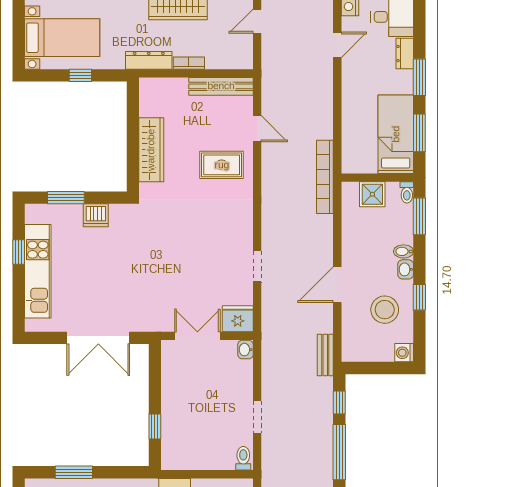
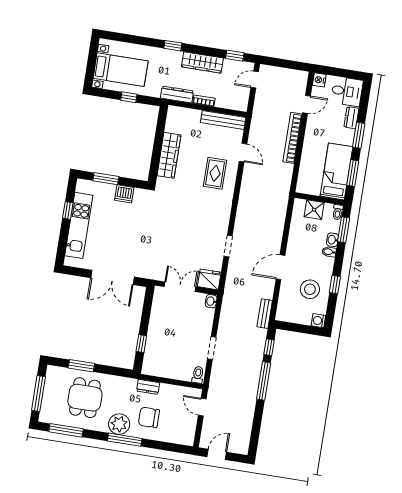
rug: (222, 165) -> (215, 173), turned 90
bookcase: (325, 177) -> (293, 138), moved
washbasin: (406, 269) -> (332, 240), moved

